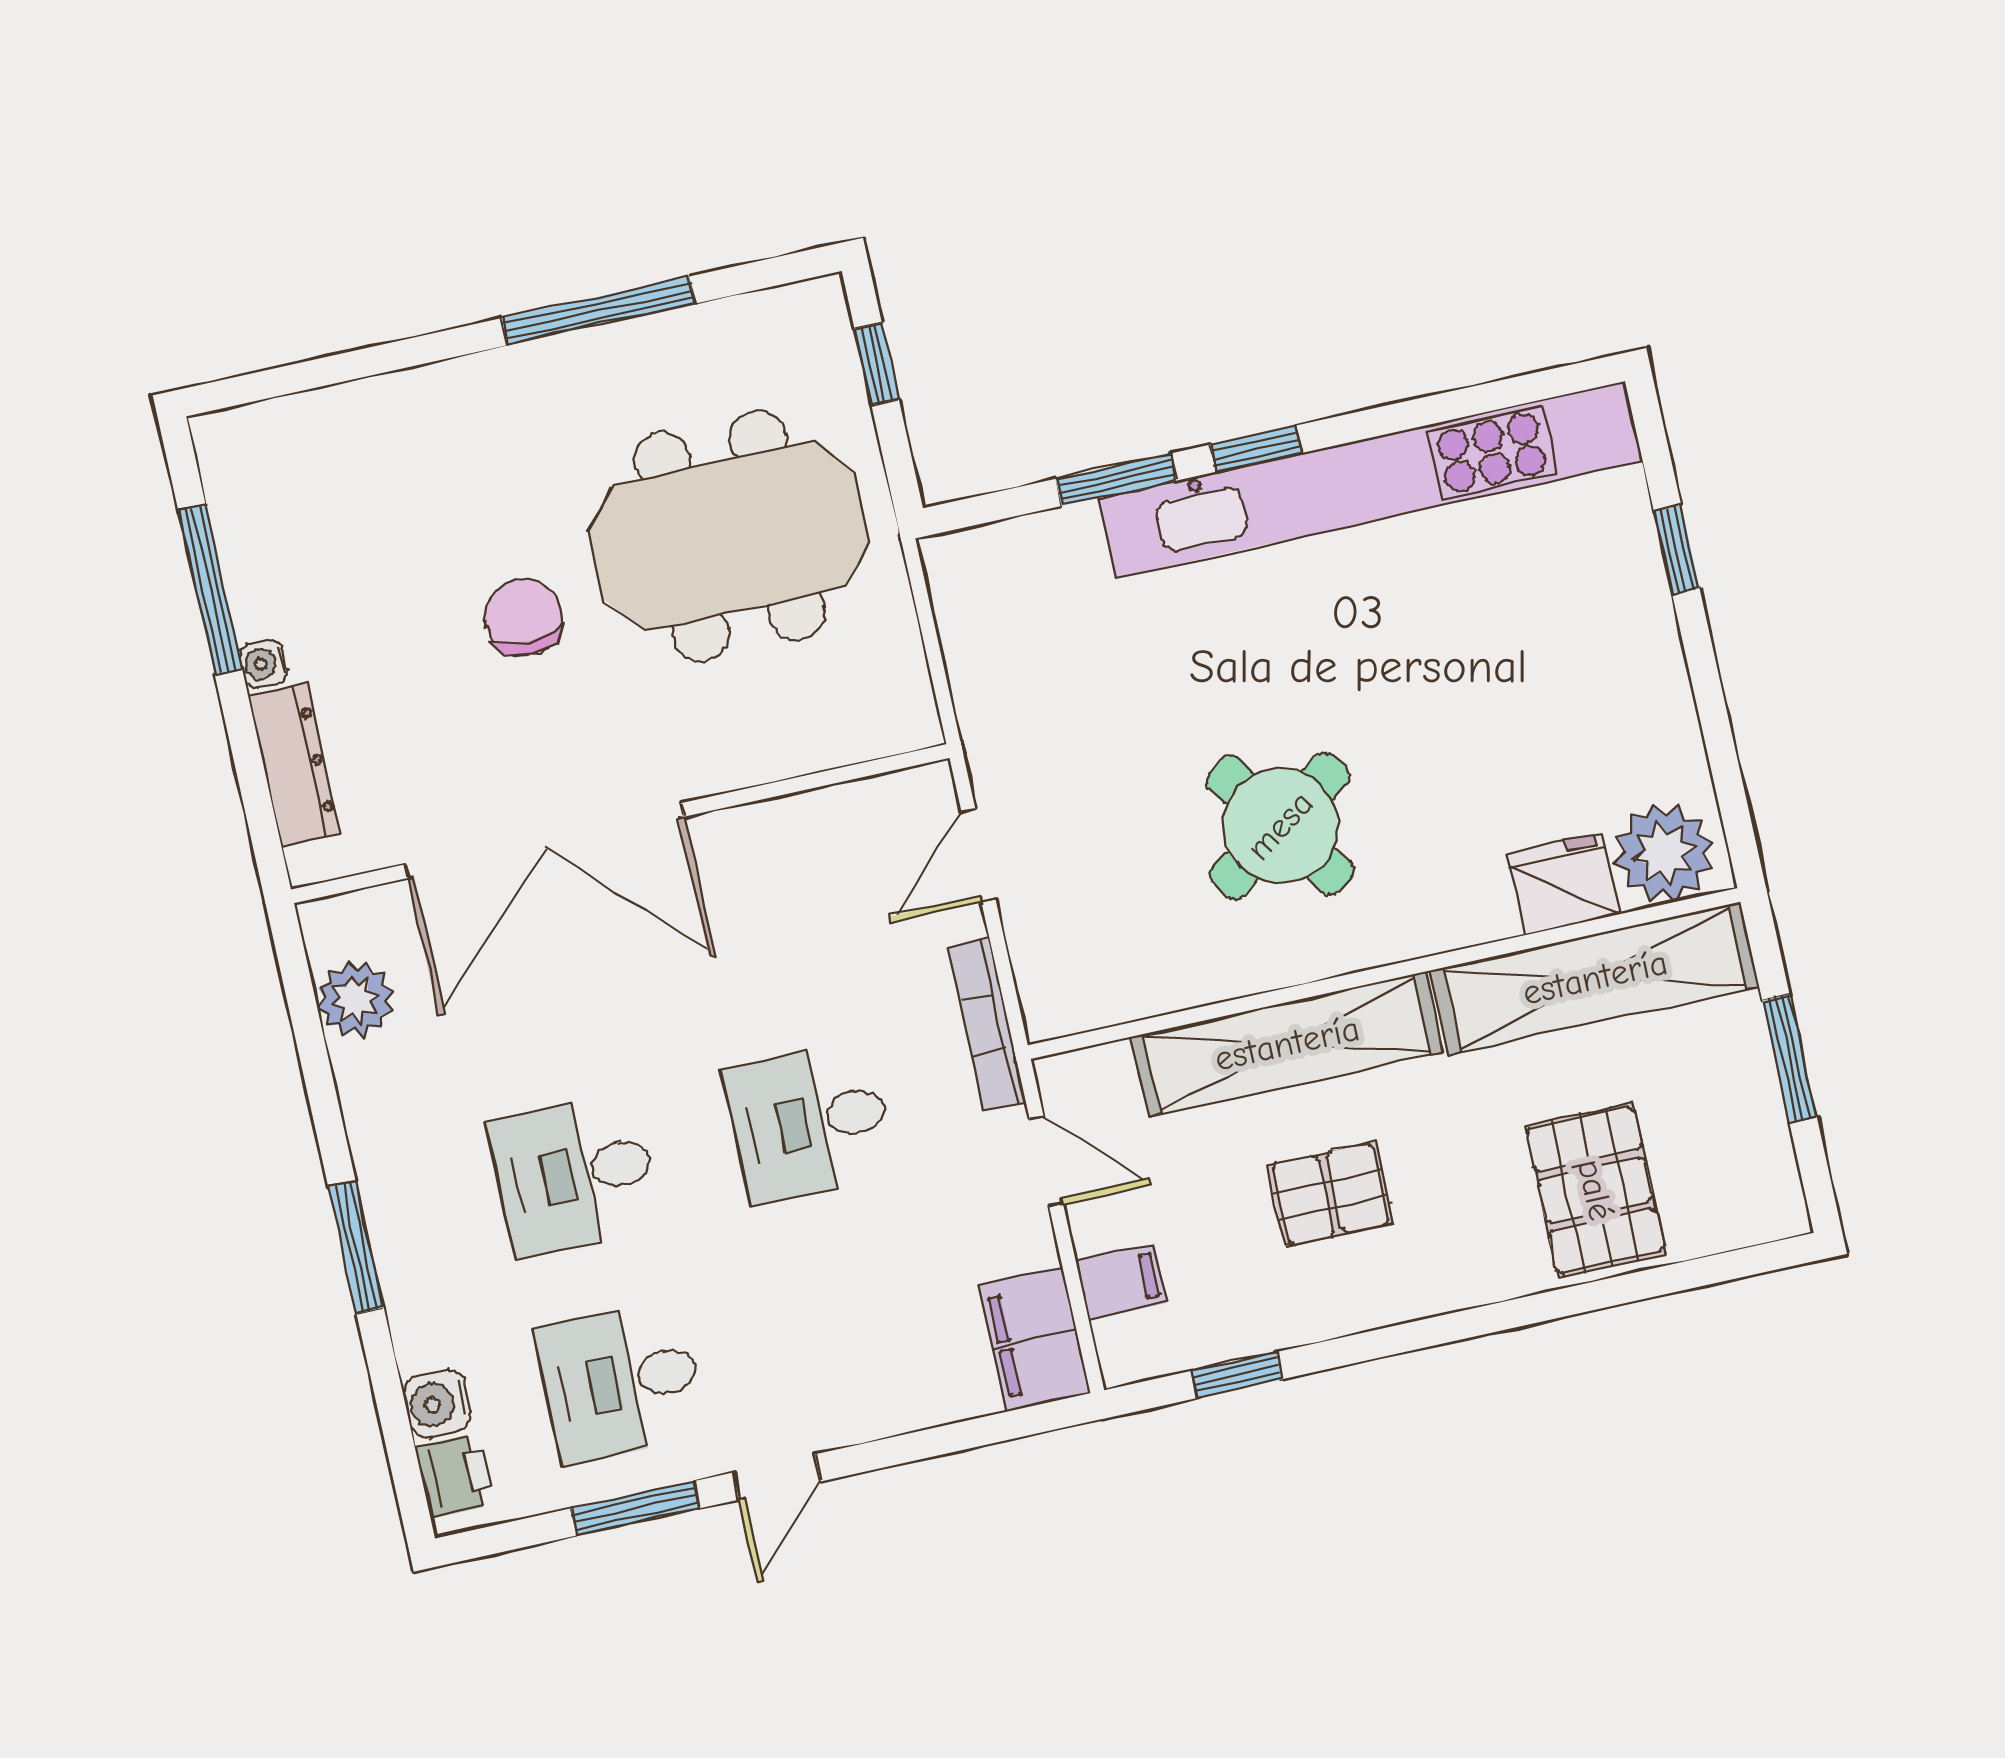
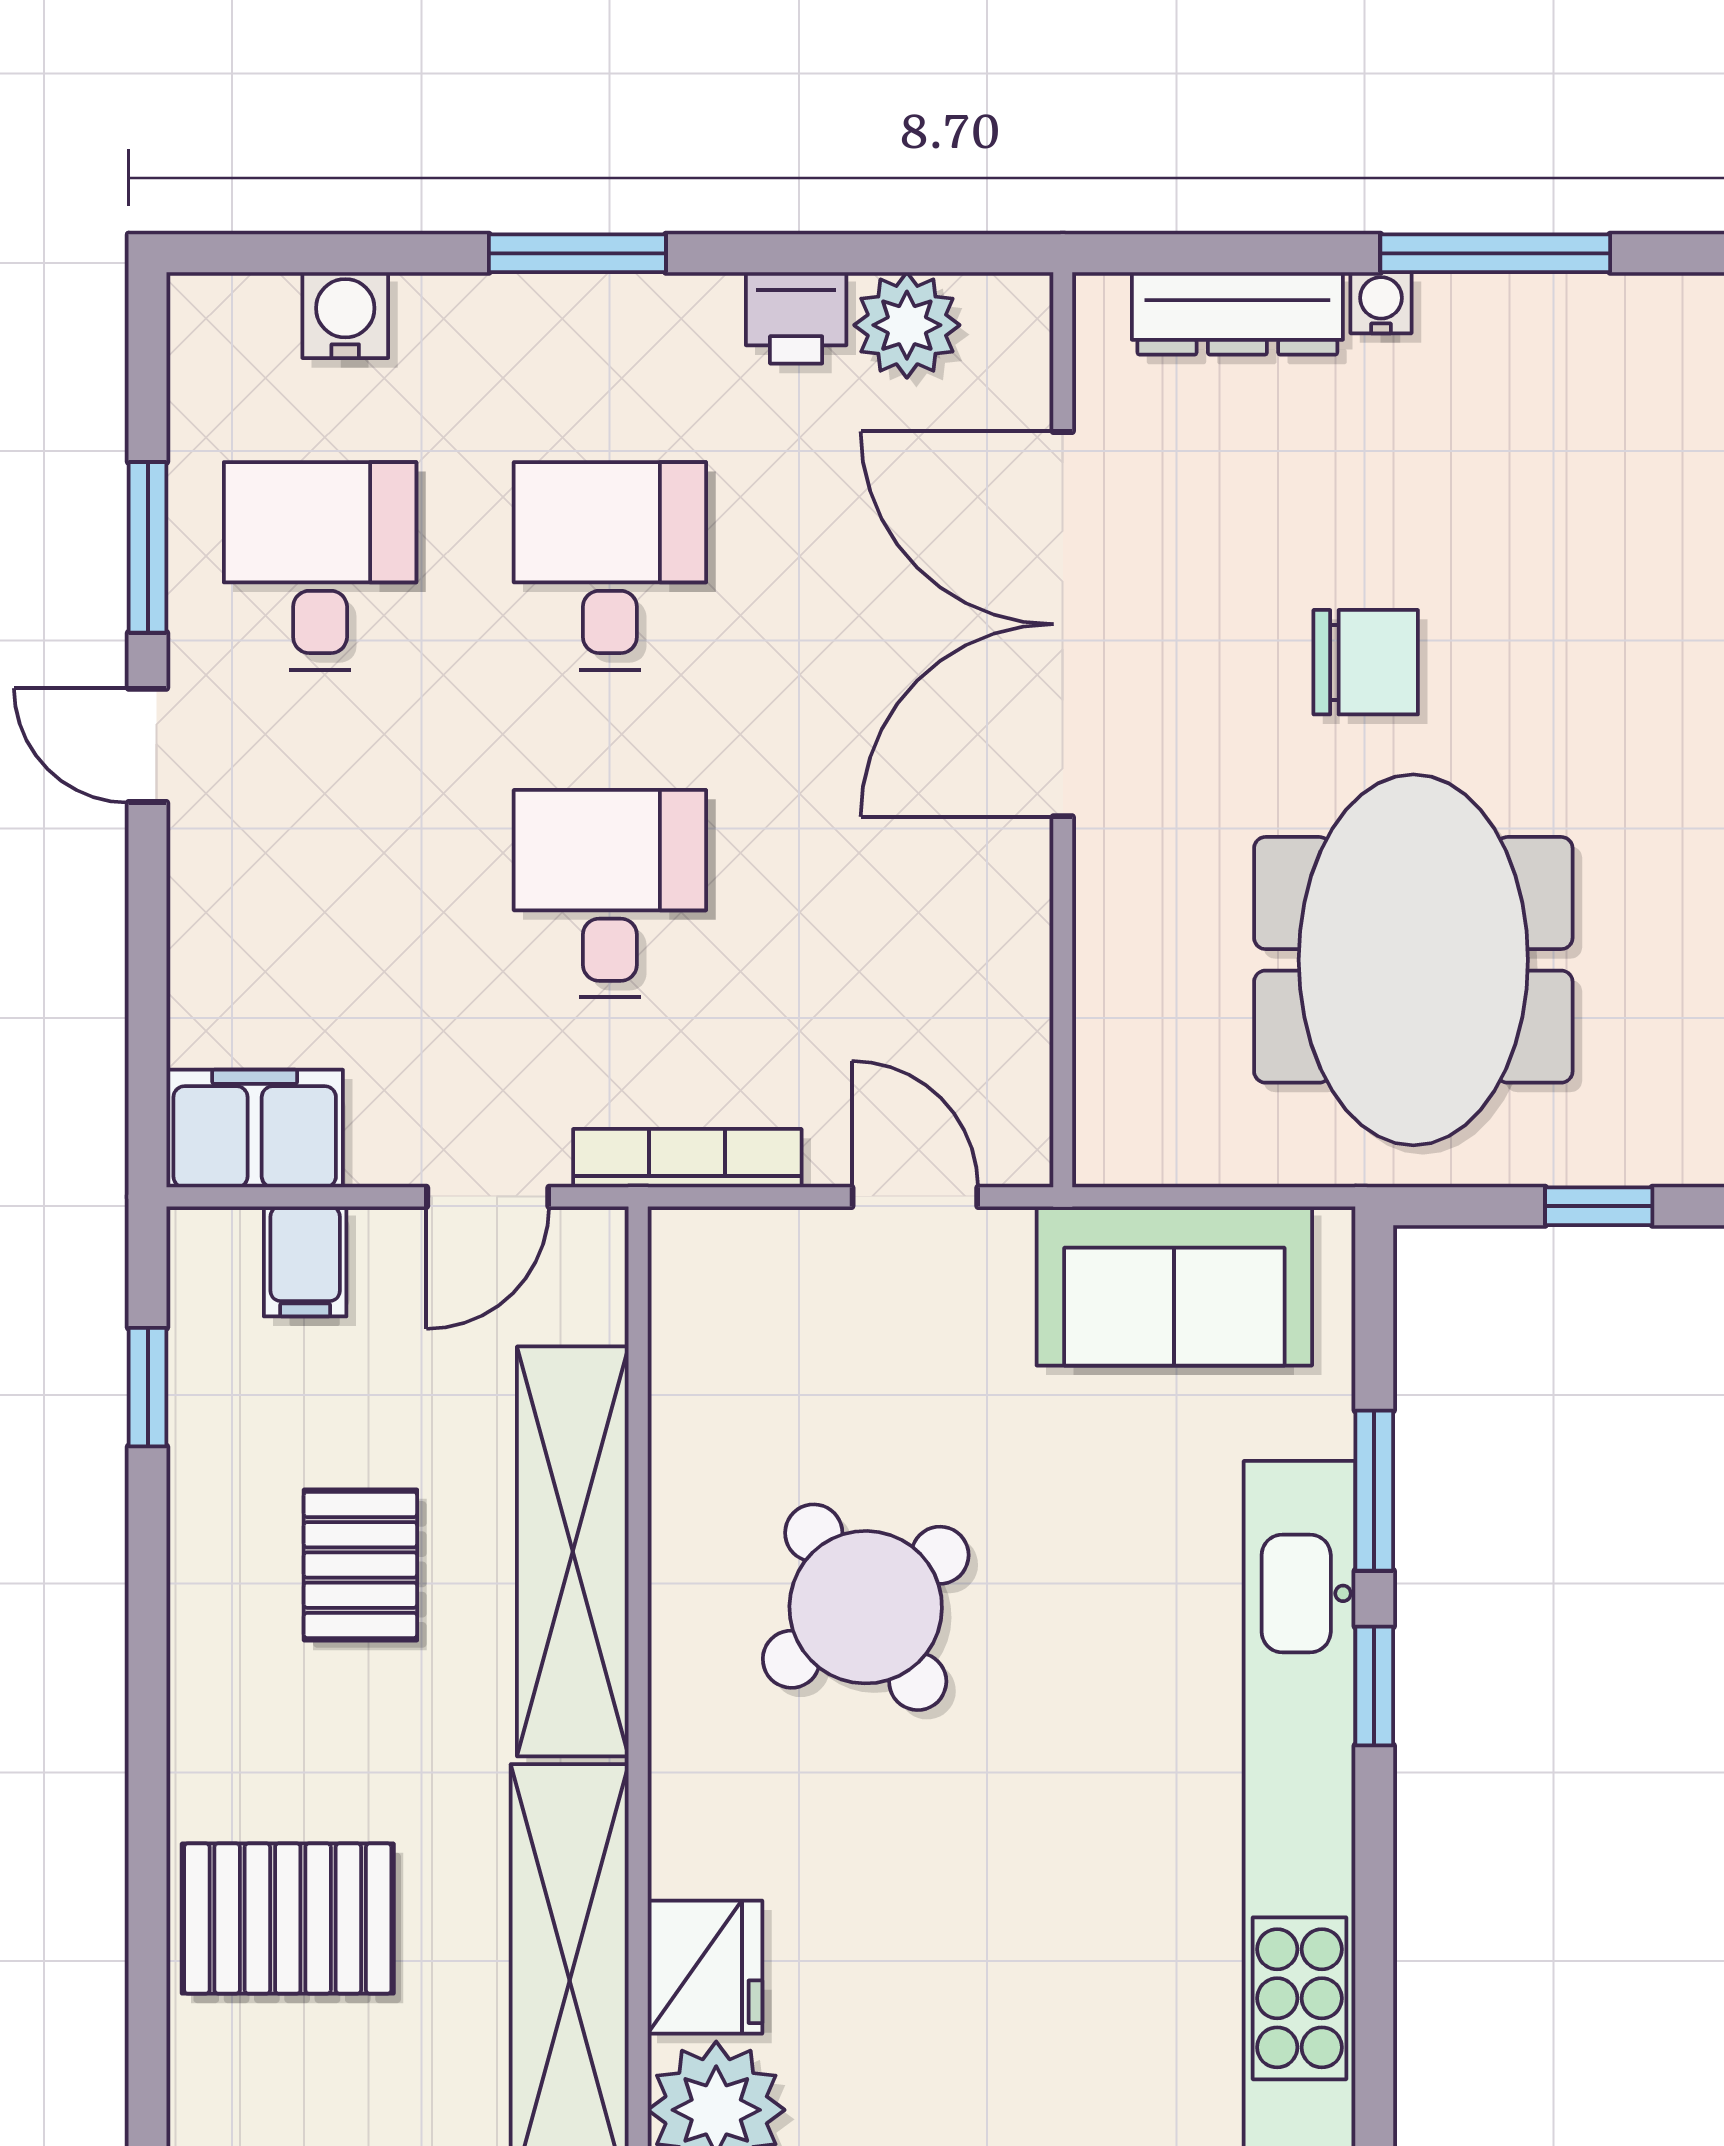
sofa: (1001, 655) -> (1174, 1286), added
printer: (455, 1475) -> (796, 318), moved

